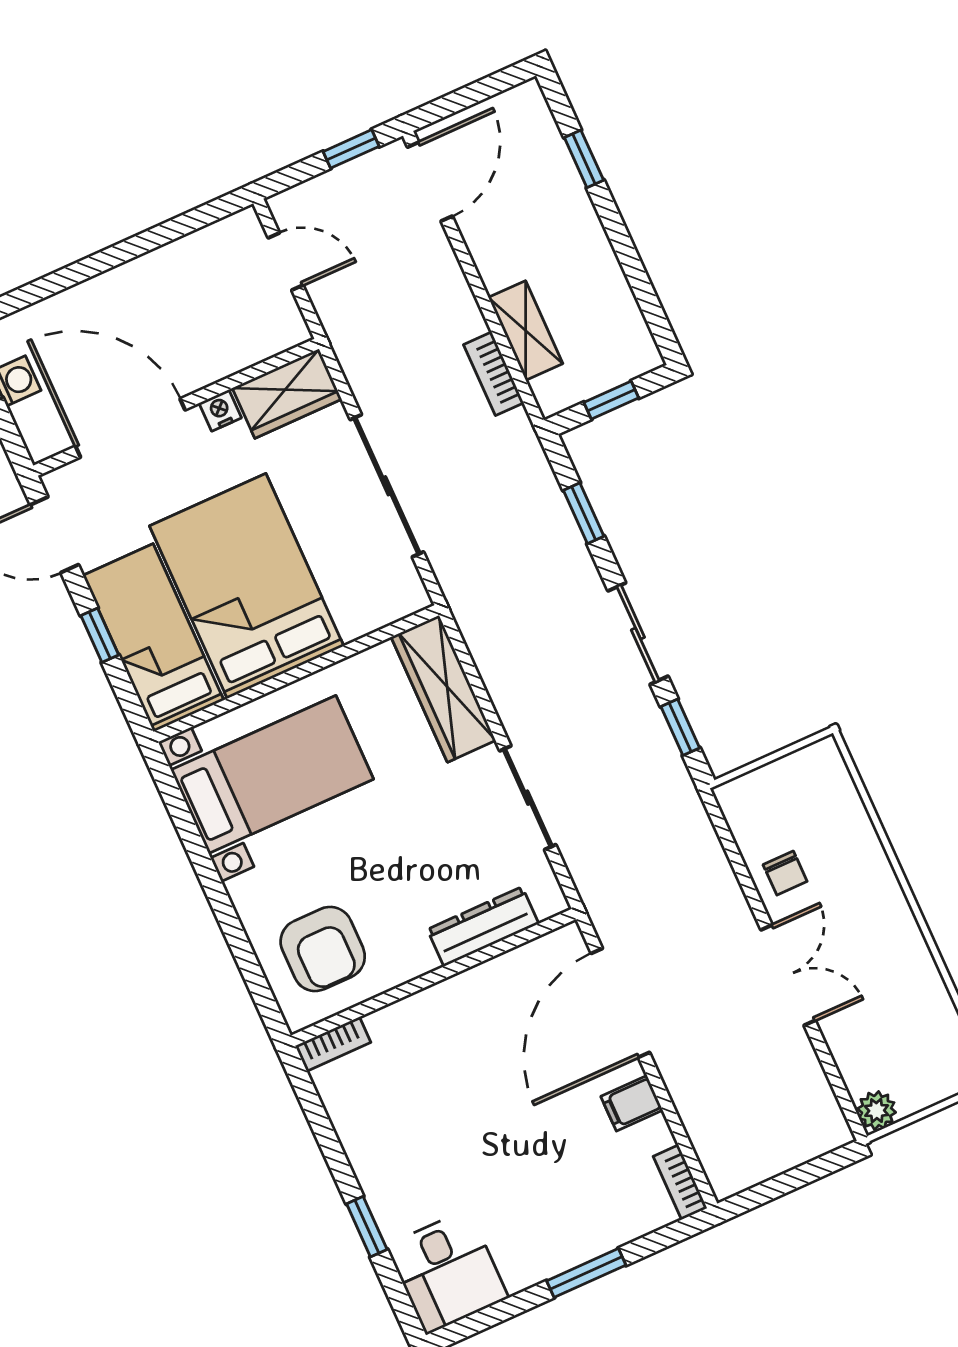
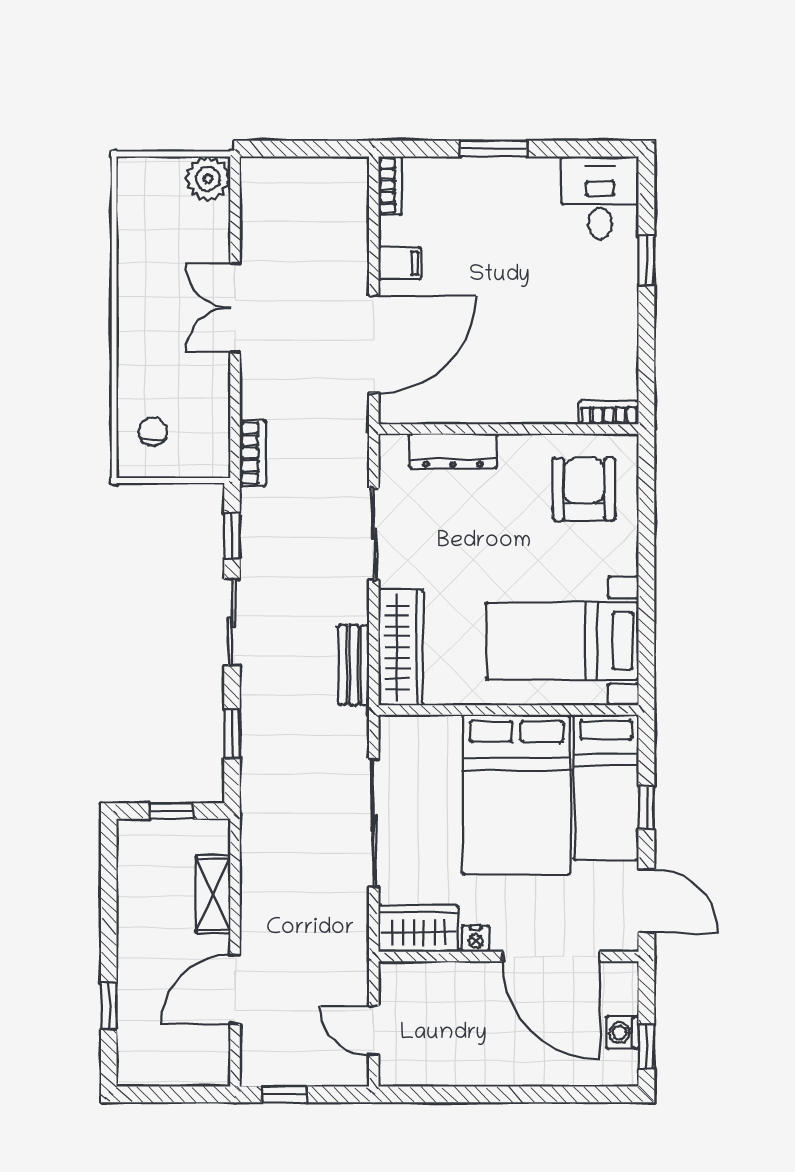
door: (430, 182) -> (235, 990), moved
bookcase: (494, 374) -> (253, 453), moved
bench: (486, 647) -> (354, 665), added
chair: (785, 873) -> (153, 432), moved
plant: (877, 1111) -> (208, 179), width x1.38, depth x1.38

